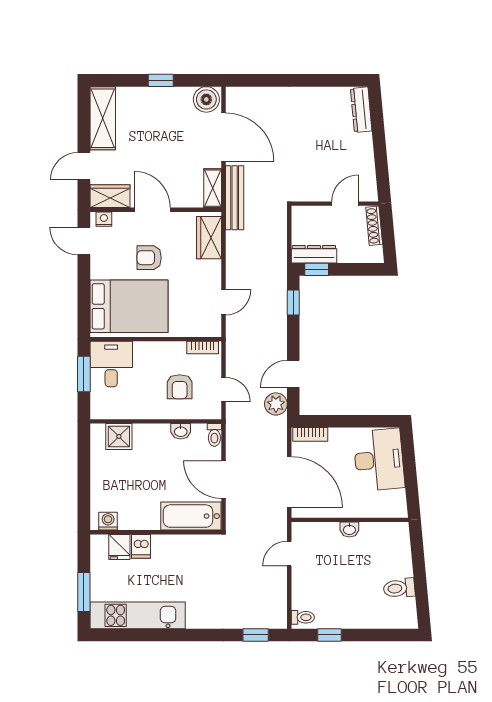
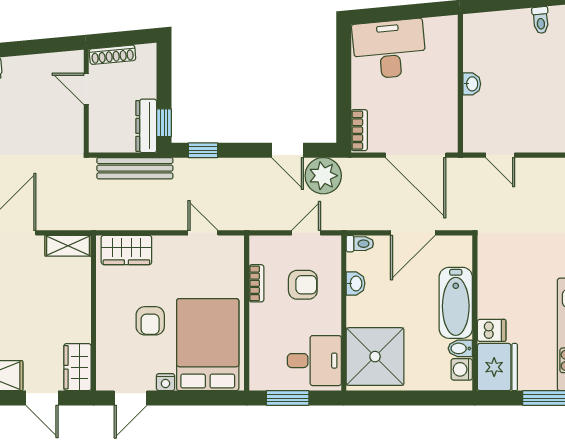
bench: (235, 198) -> (135, 168), moved
door: (152, 210) -> (94, 317), removed
nightstand: (104, 219) -> (166, 382), moved, turned -90
bookcase: (203, 348) -> (256, 283), moved
desk: (111, 364) -> (314, 361), moved, turned 180
plant: (276, 404) -> (323, 176), width x1.36, depth x1.36
shower: (119, 436) -> (375, 357), width x1.86, depth x1.86
door: (289, 482) -> (416, 155), swing flipped
bathtub: (191, 516) -> (456, 303), moved
bidet: (126, 520) -> (460, 348), added
fridge: (119, 547) -> (497, 367), width x1.88, depth x1.34
toilet: (399, 588) -> (541, 20), width x0.73, depth x0.72

